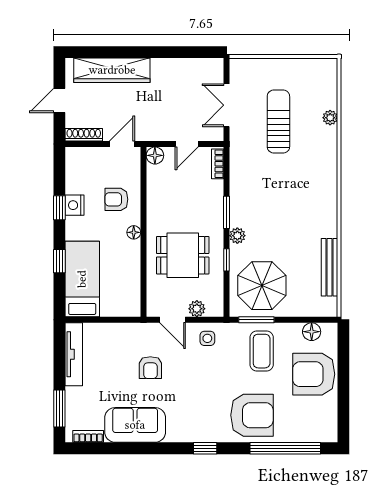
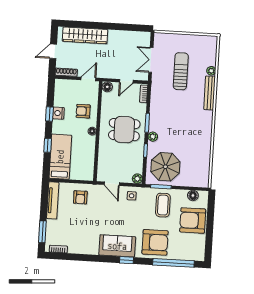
dining table: (183, 255) -> (124, 130), moved
bench: (330, 267) -> (210, 93), moved
plant: (197, 309) -> (137, 179), moved
armchair: (150, 368) -> (80, 197), moved
sofa: (135, 425) -> (117, 246), moved

